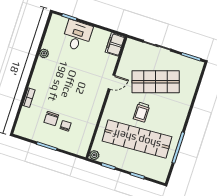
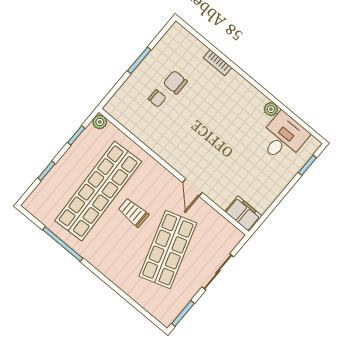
desk: (77, 36) -> (283, 138), moved, turned -90

